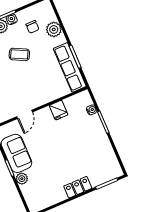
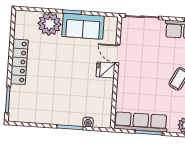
fridge: (59, 110) -> (106, 70), moved
plant: (22, 179) -> (49, 24), width x1.88, depth x1.88
locker: (78, 187) -> (19, 62), width x1.53

